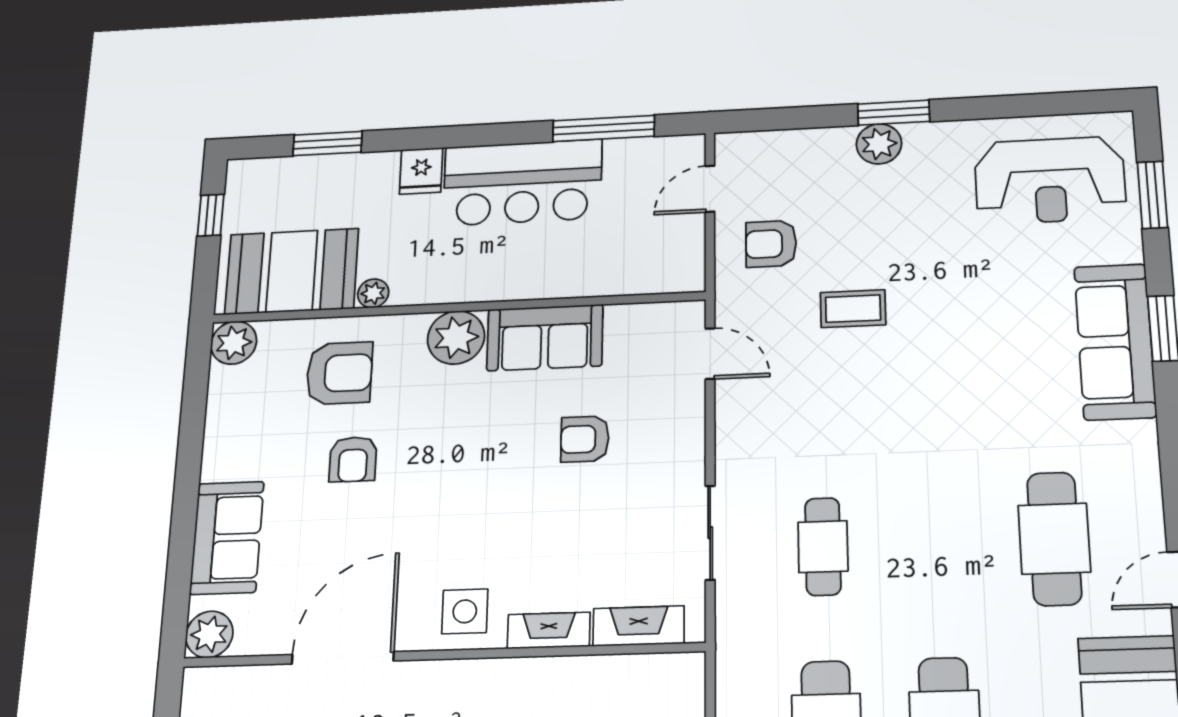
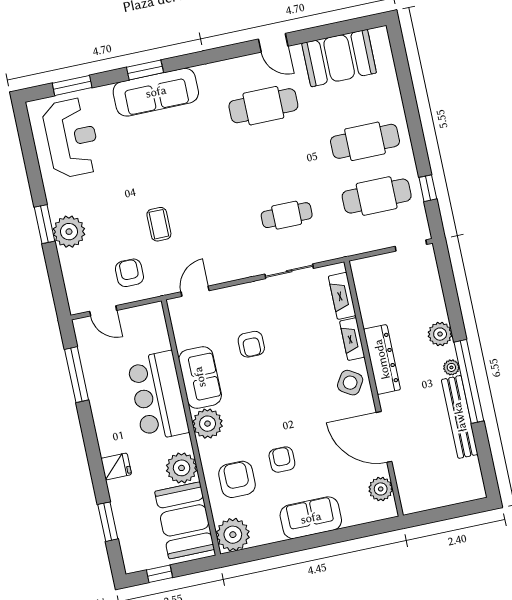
plant: (879, 144) -> (69, 232), width x1.36, depth x1.36
bar counter: (522, 182) -> (158, 396), moved, turned 180
armchair: (771, 244) -> (129, 273), turned 180
plant: (373, 293) -> (182, 468), width x1.87, depth x1.87
plant: (234, 343) -> (233, 535), width x1.36, depth x1.36
armchair: (353, 459) -> (282, 460), turned -90
sofa: (227, 538) -> (311, 518), moved
side table: (465, 611) -> (350, 383), turned 32
plant: (209, 634) -> (381, 489), moved
dresser: (494, 681) -> (382, 359), added

